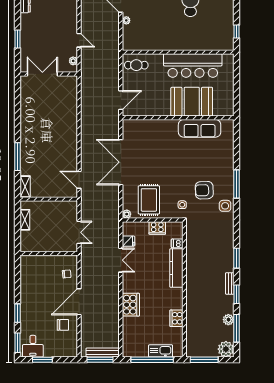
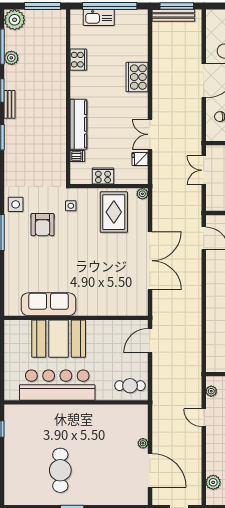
armchair: (204, 190) -> (43, 225), turned 92

